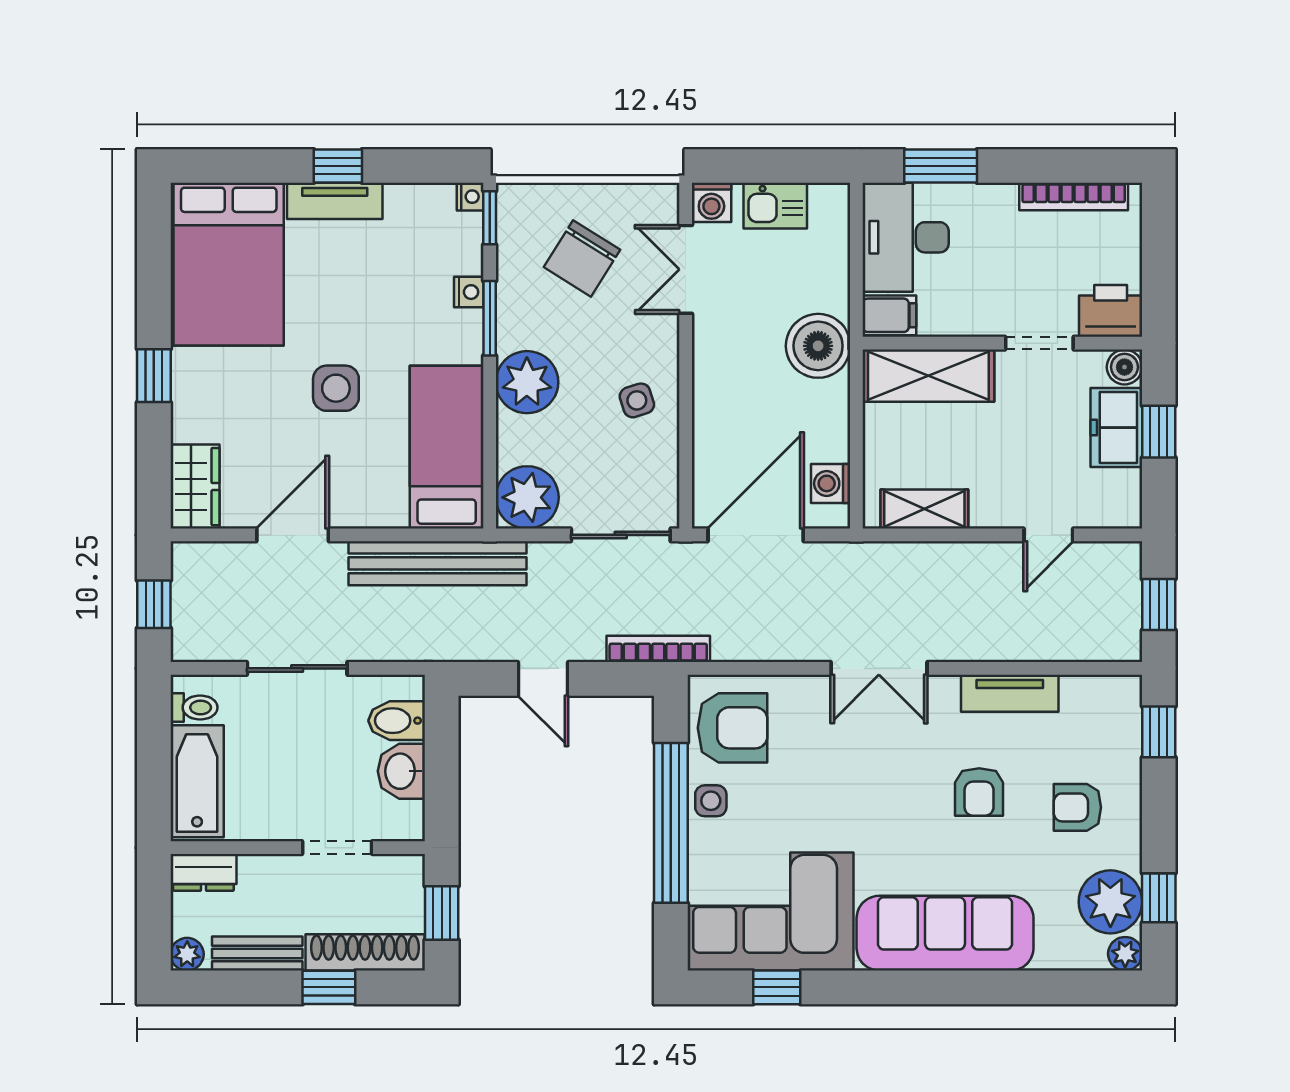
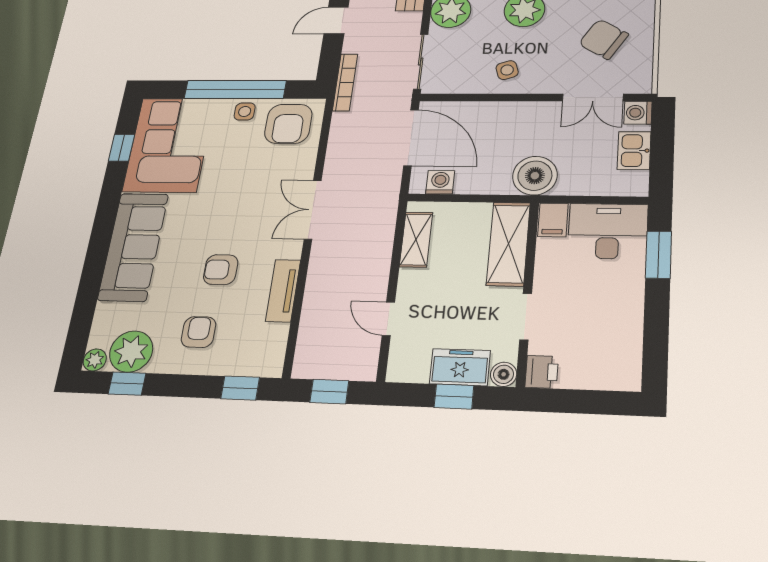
bookcase: (1074, 197) -> (633, 343), removed
double door: (686, 269) -> (593, 98), swing flipped
printer: (1111, 311) -> (542, 372), width x0.73, depth x0.81

